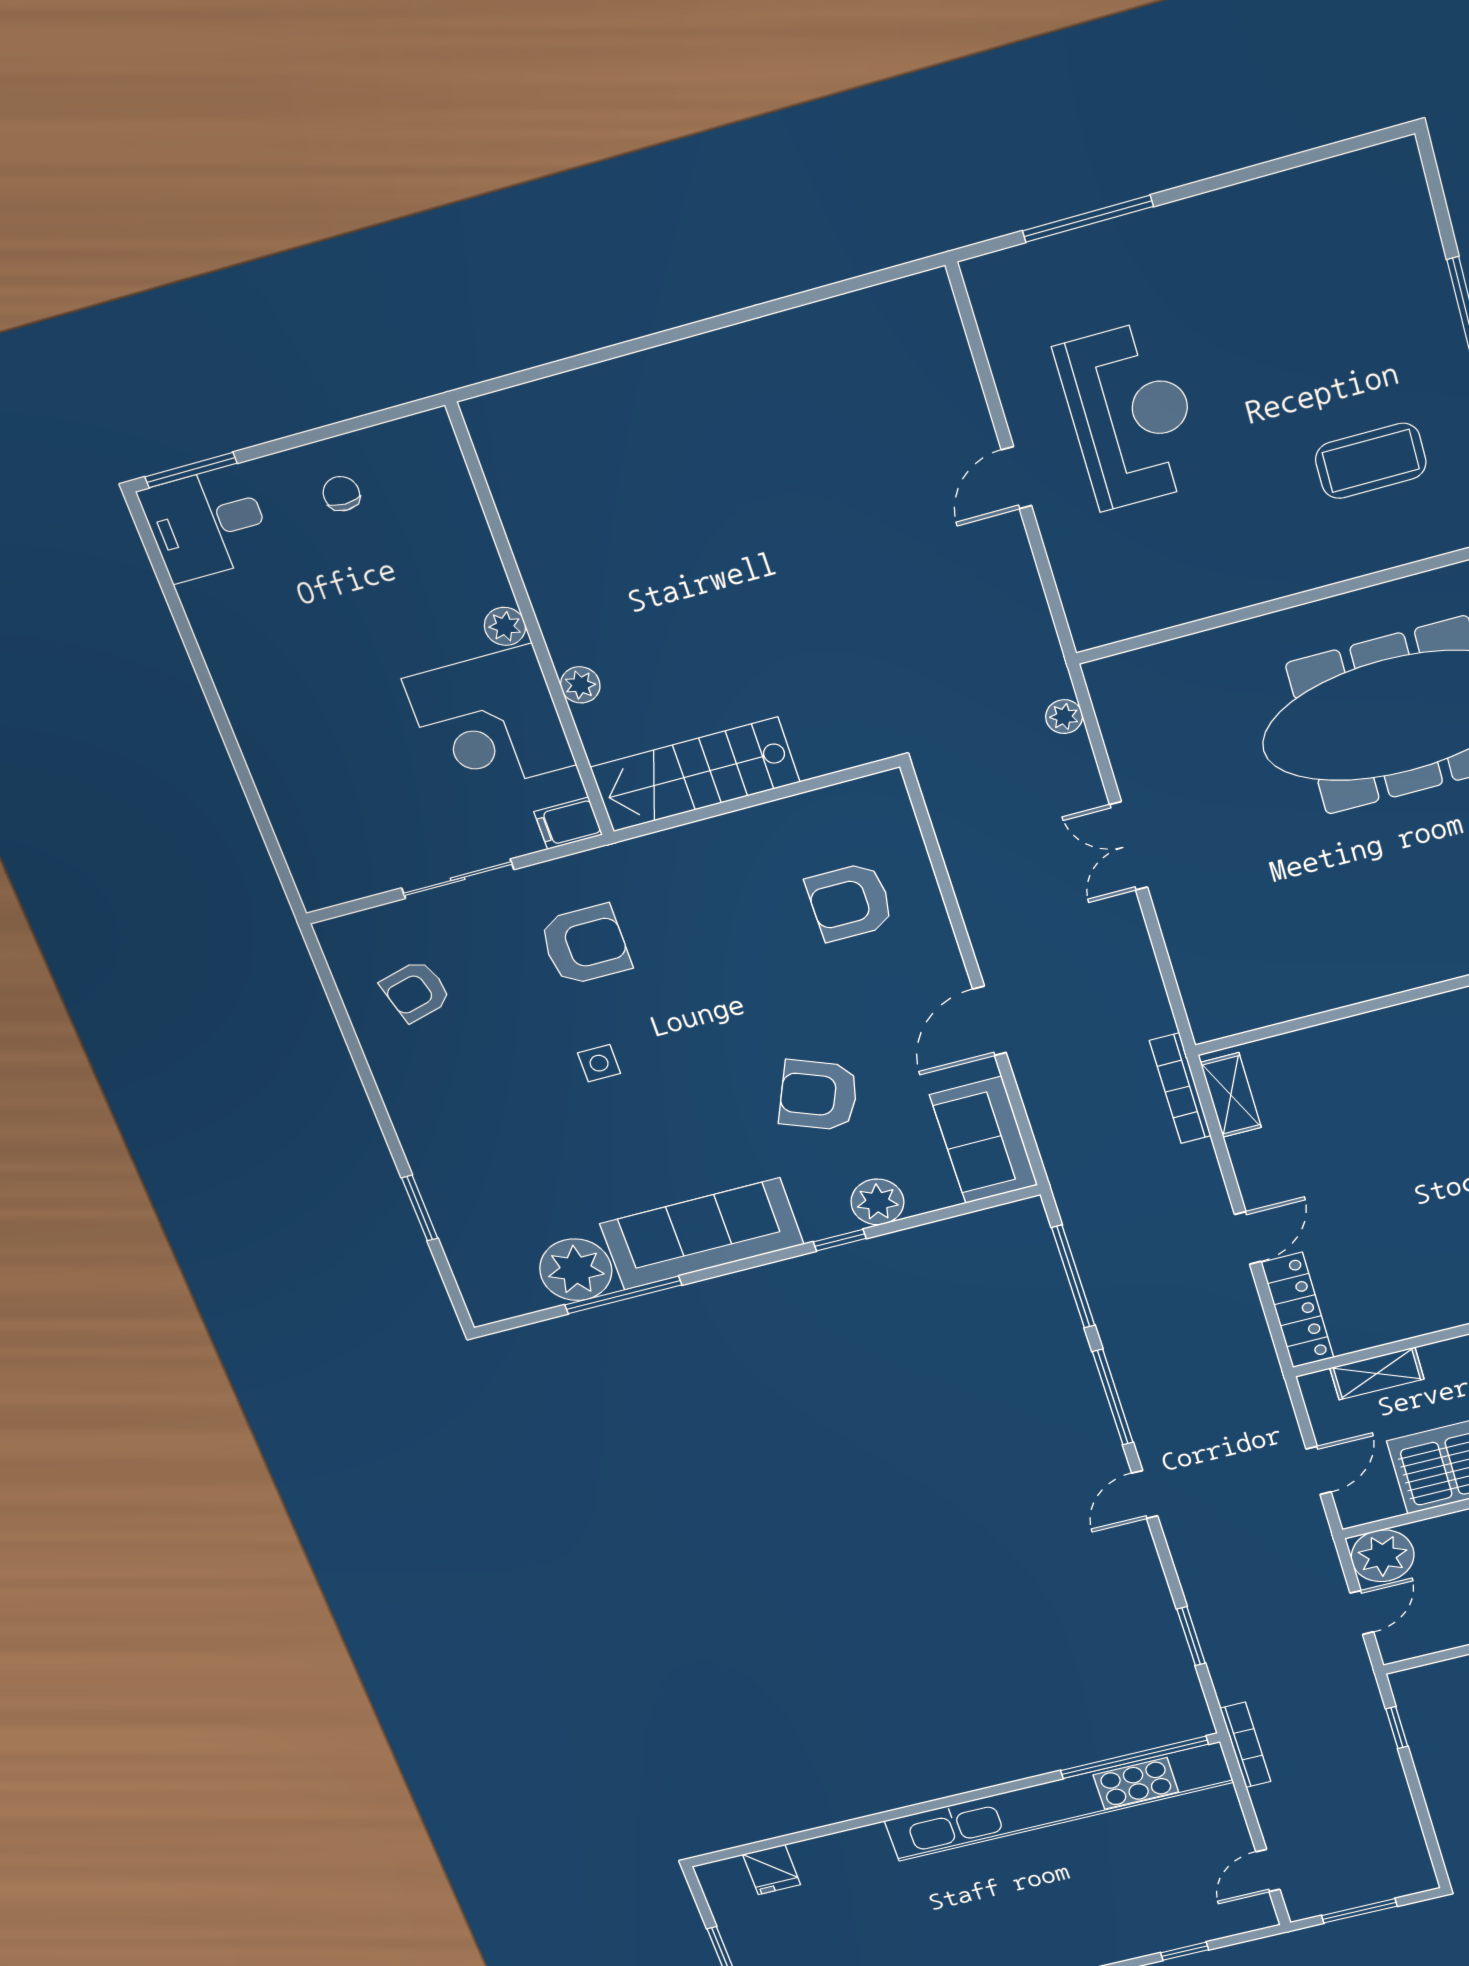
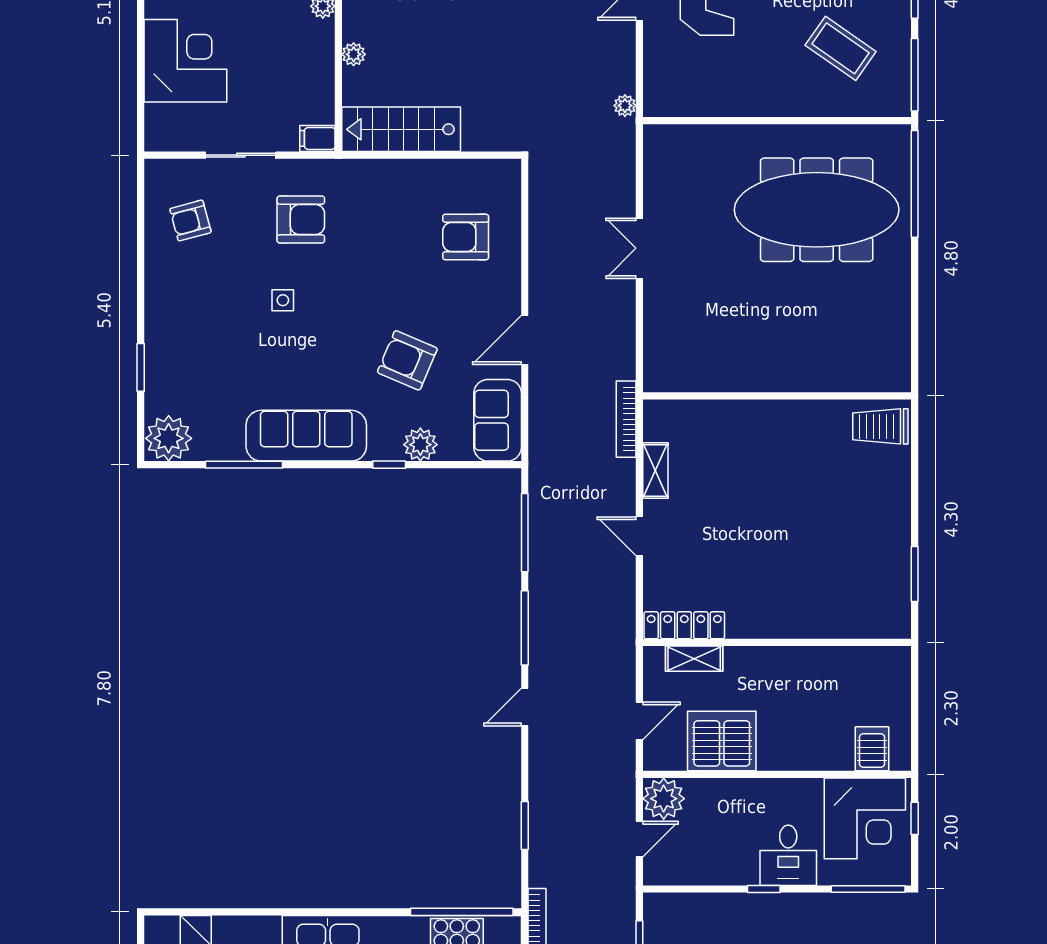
coffee table: (1371, 461) -> (841, 48), turned 35
plant: (1064, 717) -> (625, 106), moved
corner desk: (489, 722) -> (185, 61), moved, turned 180
shelving: (1231, 1095) -> (655, 470), moved
door: (1248, 1238) -> (639, 536), swing flipped
plant: (576, 1270) -> (169, 438), moved
locker: (1298, 1310) -> (684, 625), moved, turned -90

